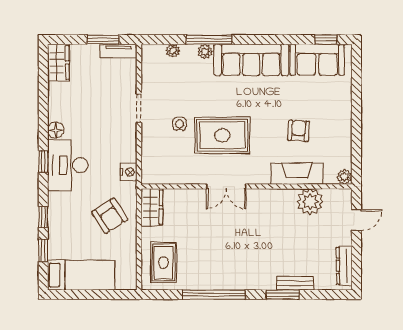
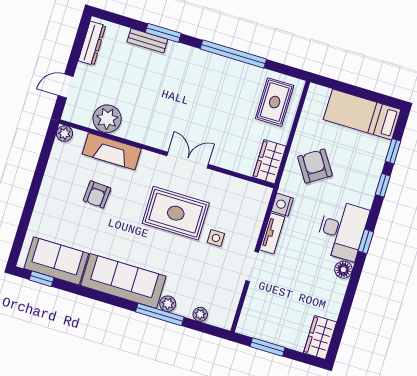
tv unit: (118, 51) -> (272, 233), moved, turned 90

